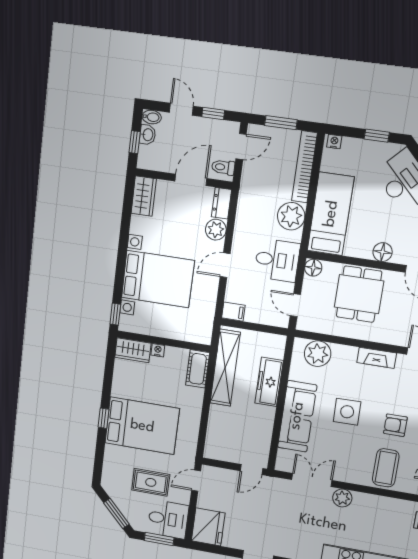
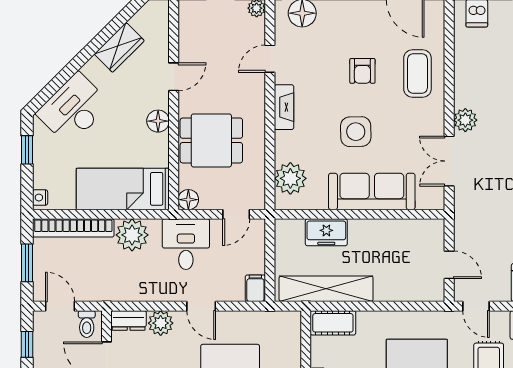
freezer: (269, 382) -> (326, 232), width x0.71
coffee table: (386, 468) -> (417, 73), turned 90
door: (251, 470) -> (449, 265), moved

